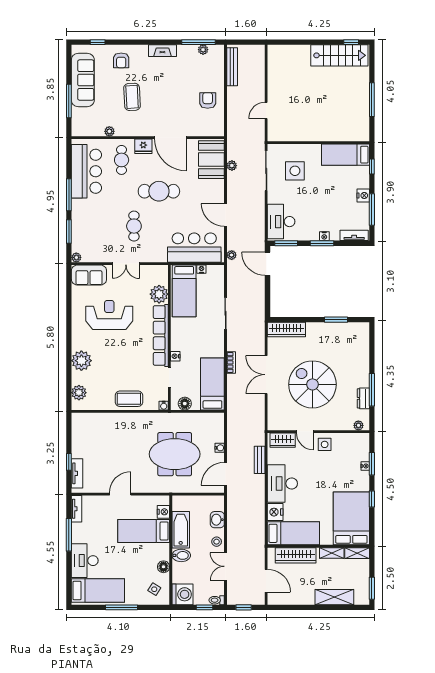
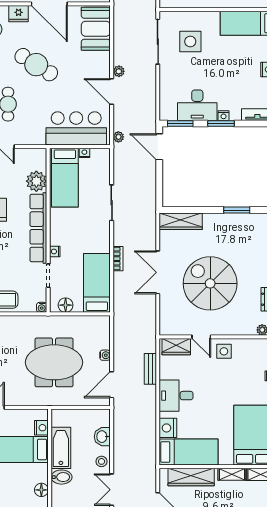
plant: (232, 166) -> (119, 71), moved
cafe table: (159, 191) -> (36, 65), turned 32
desk: (281, 222) -> (197, 105), moved, turned -90
desk: (282, 483) -> (176, 396), width x0.73

